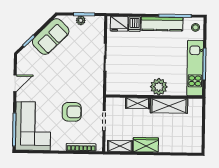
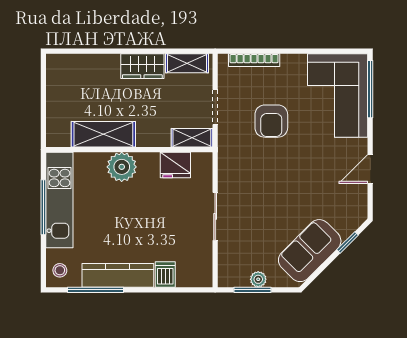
fridge: (119, 24) -> (175, 165), moved, turned 180
shelving: (138, 103) -> (192, 138), moved
armchair: (72, 112) -> (271, 121), turned -90

